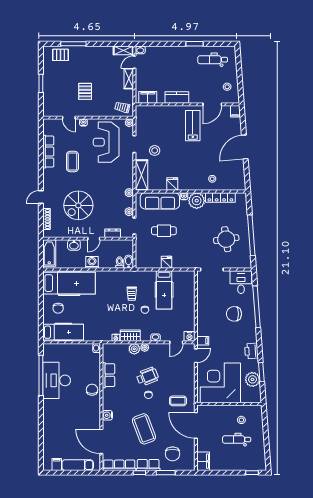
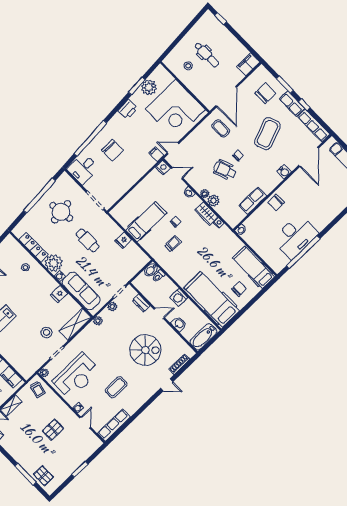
row of seats: (48, 152) -> (114, 425), moved
cafe table: (164, 231) -> (88, 240), moved

